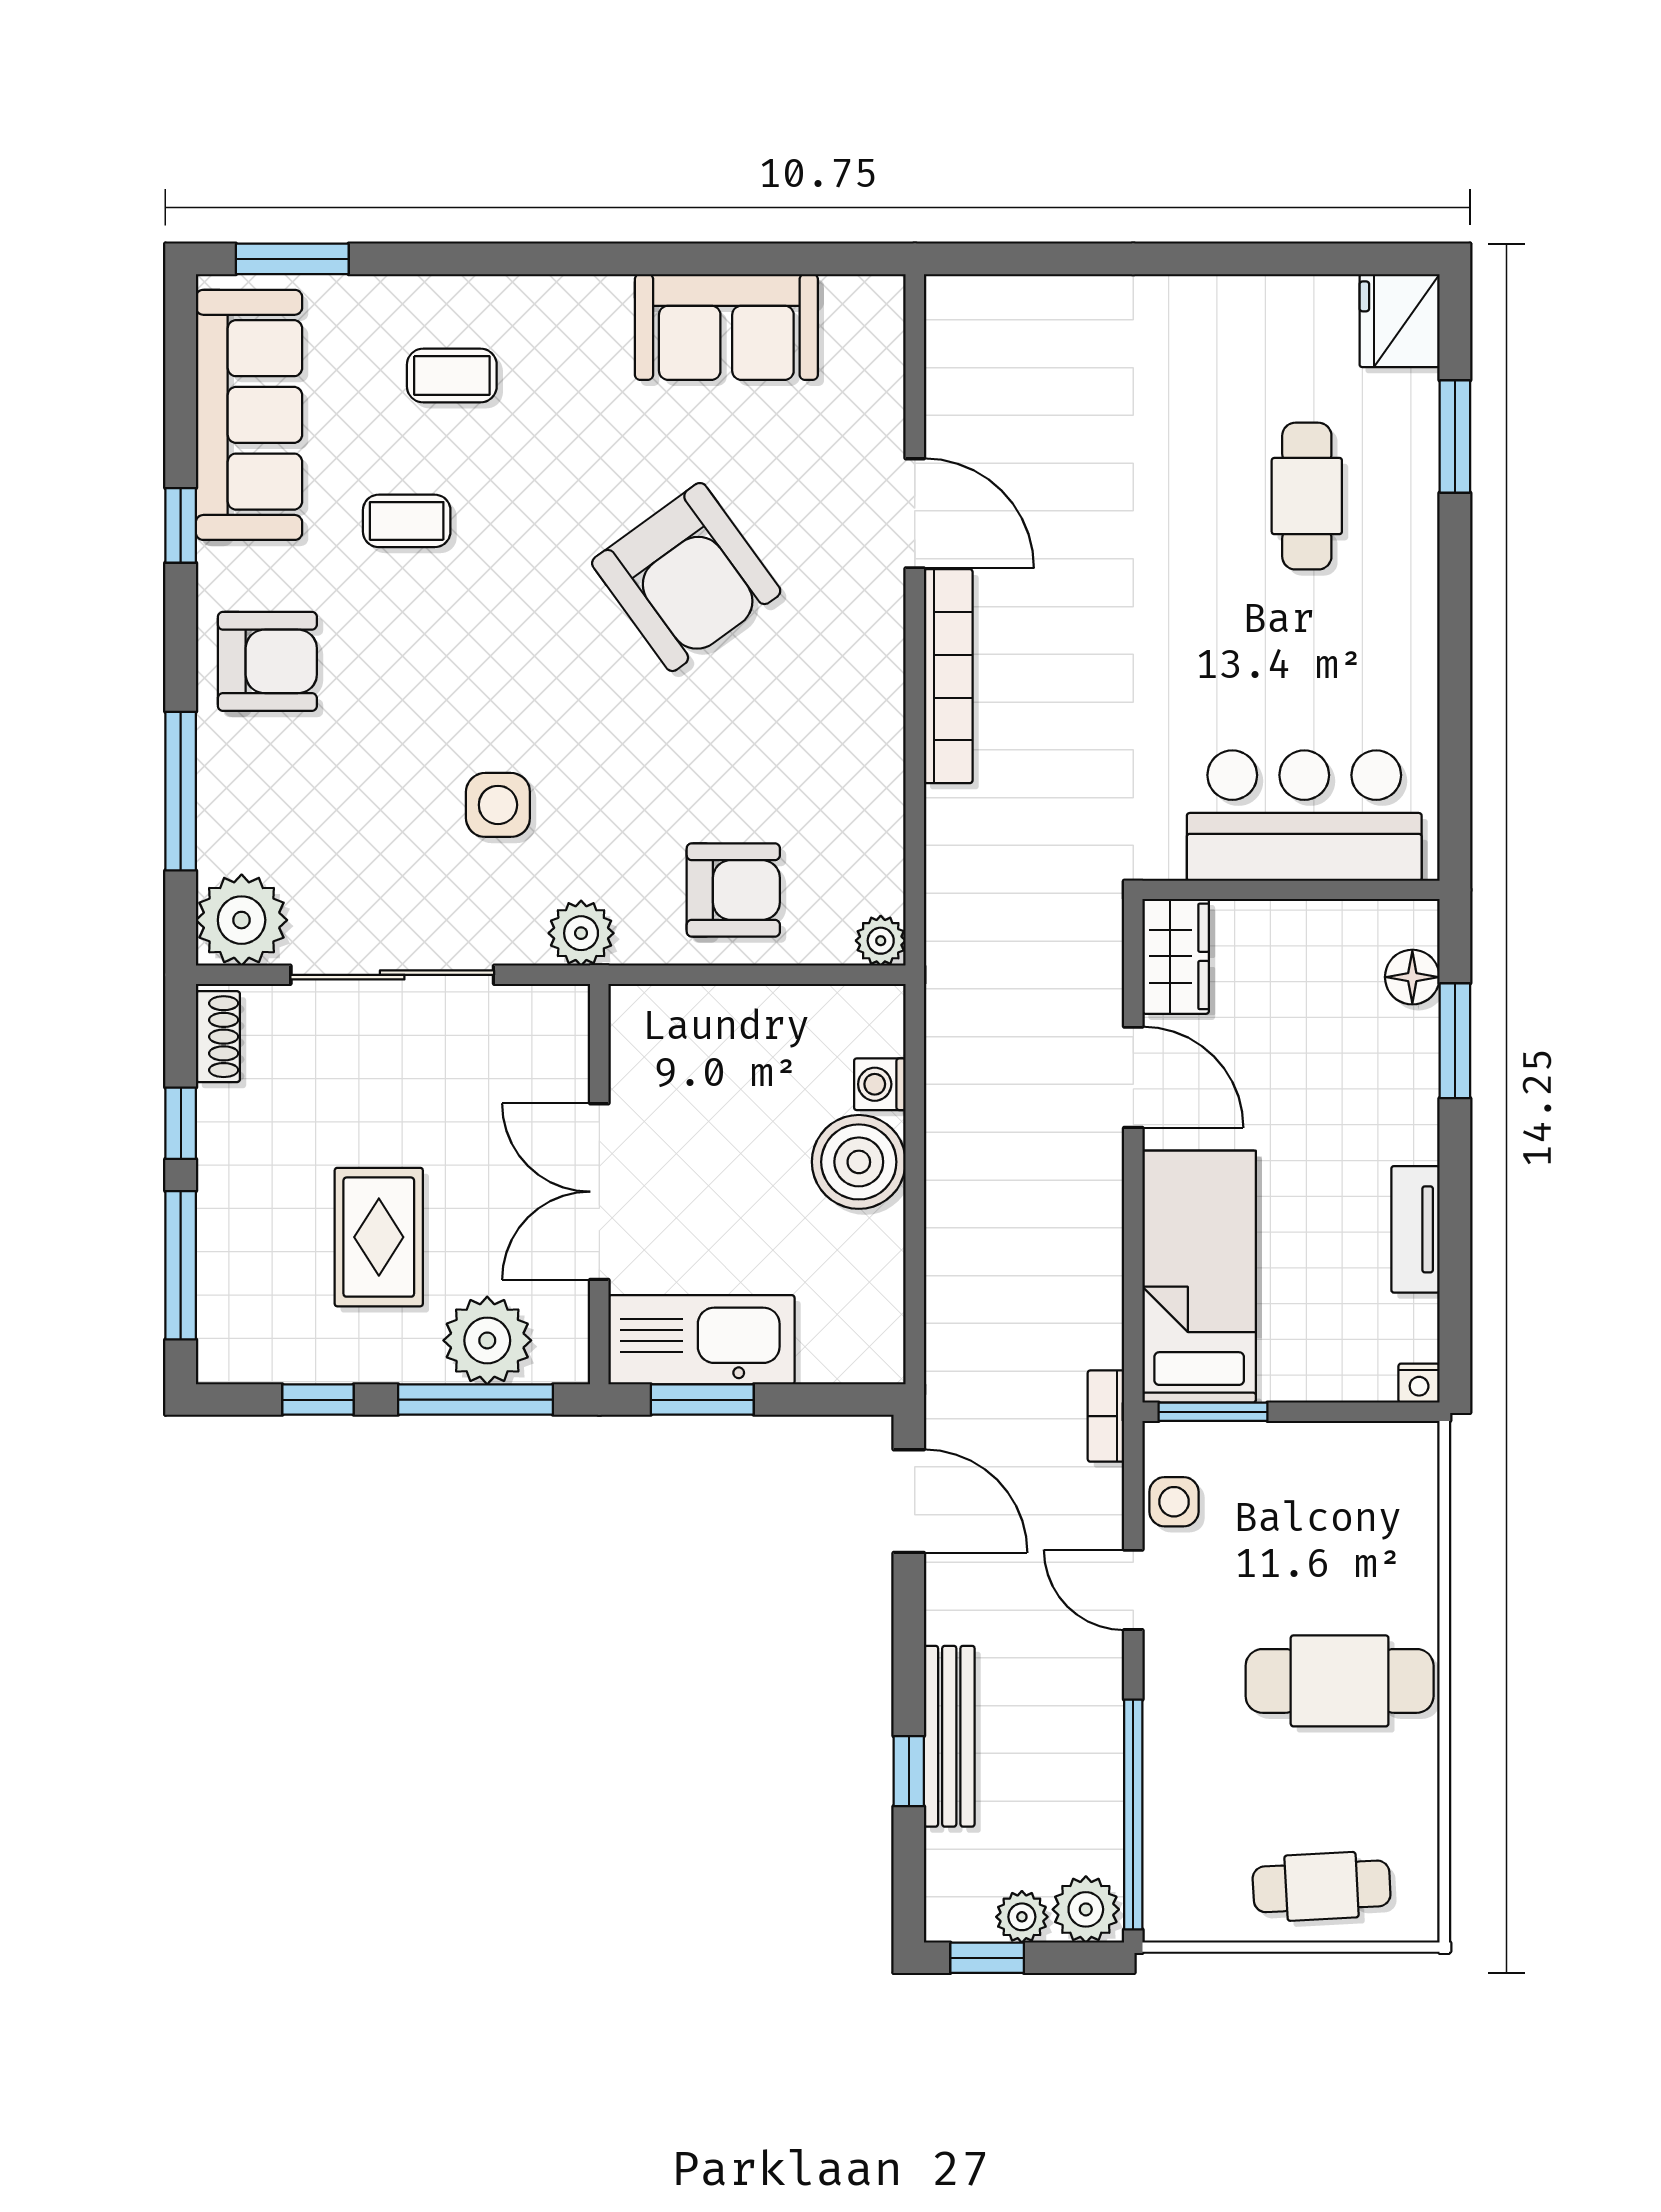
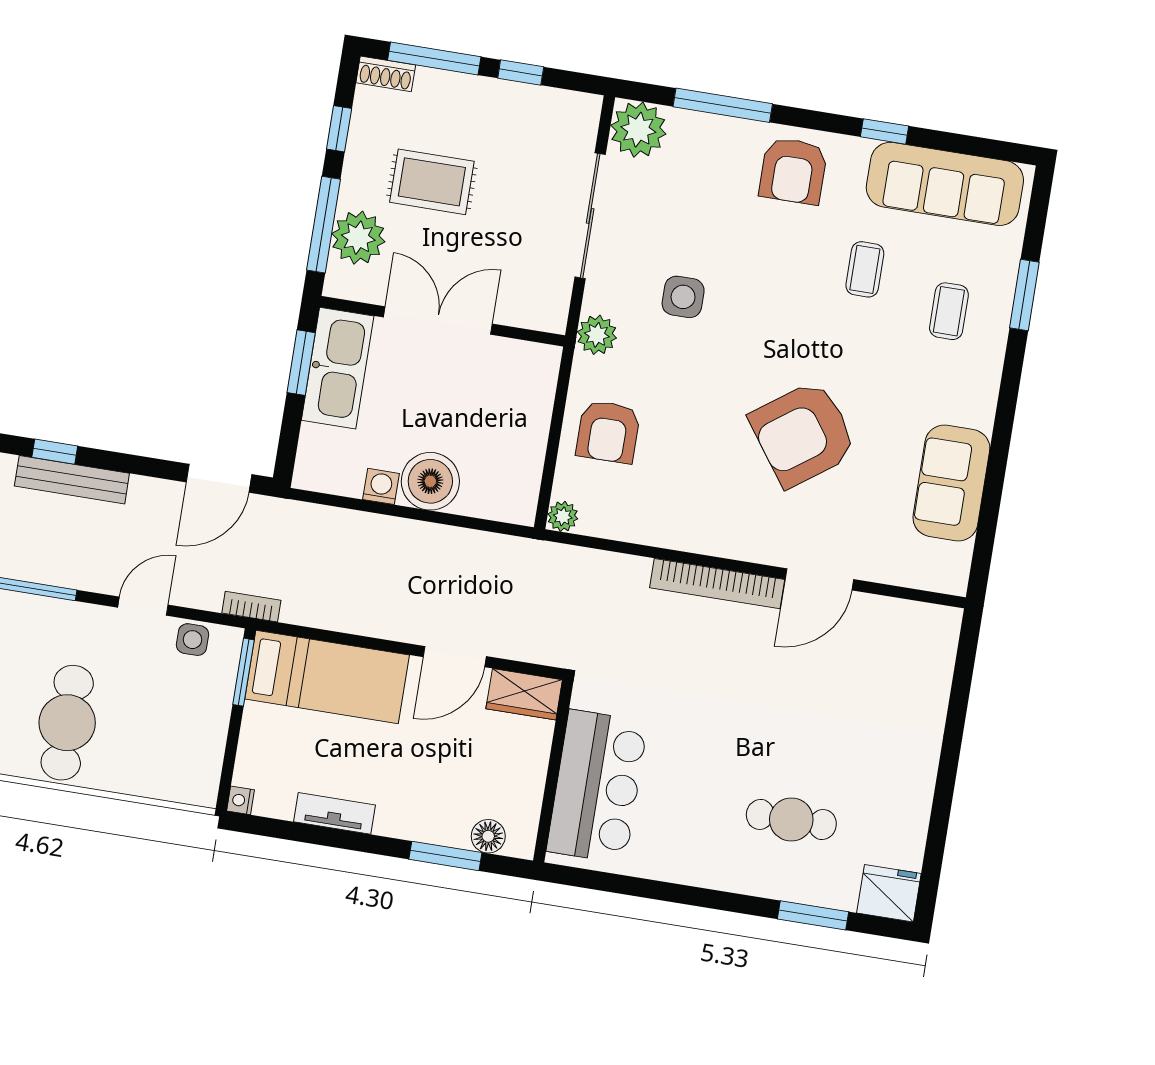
window: (292, 259) -> (1024, 295), moved
shoe rack: (218, 1037) -> (386, 74), moved
washing machine: (880, 1084) -> (381, 486), moved

